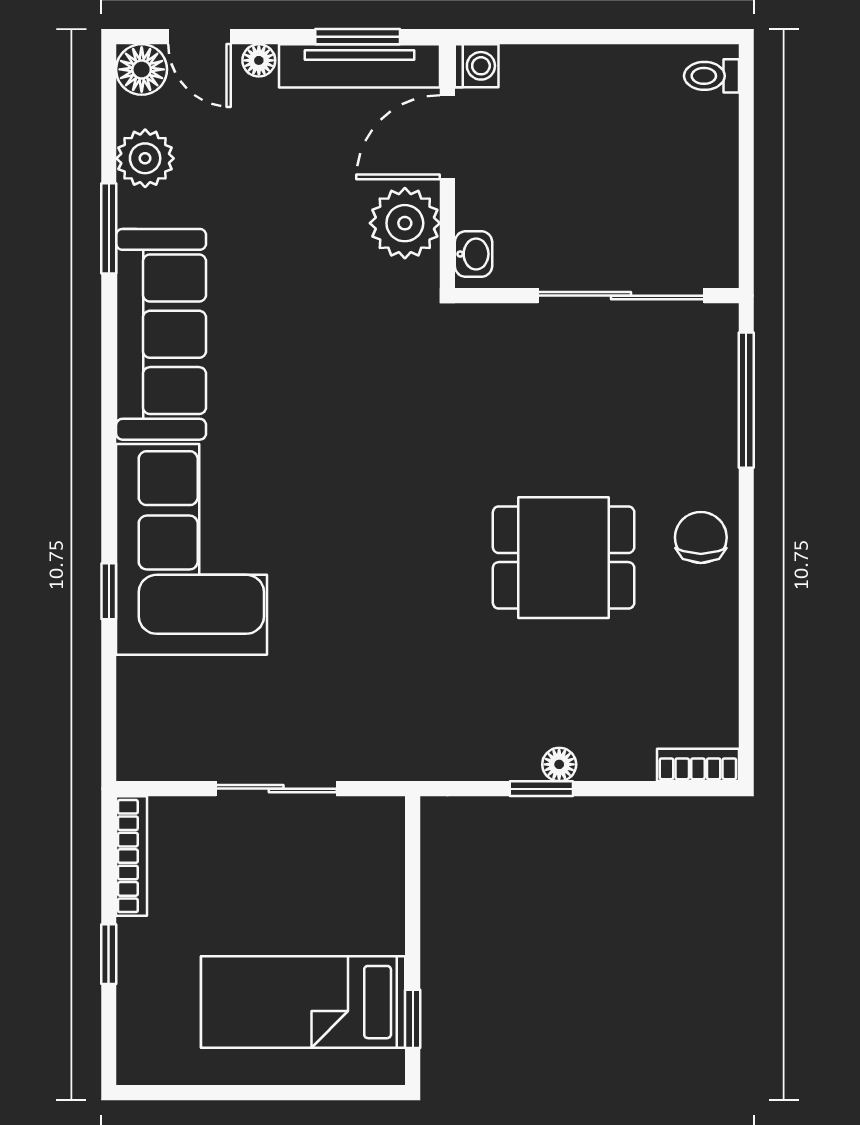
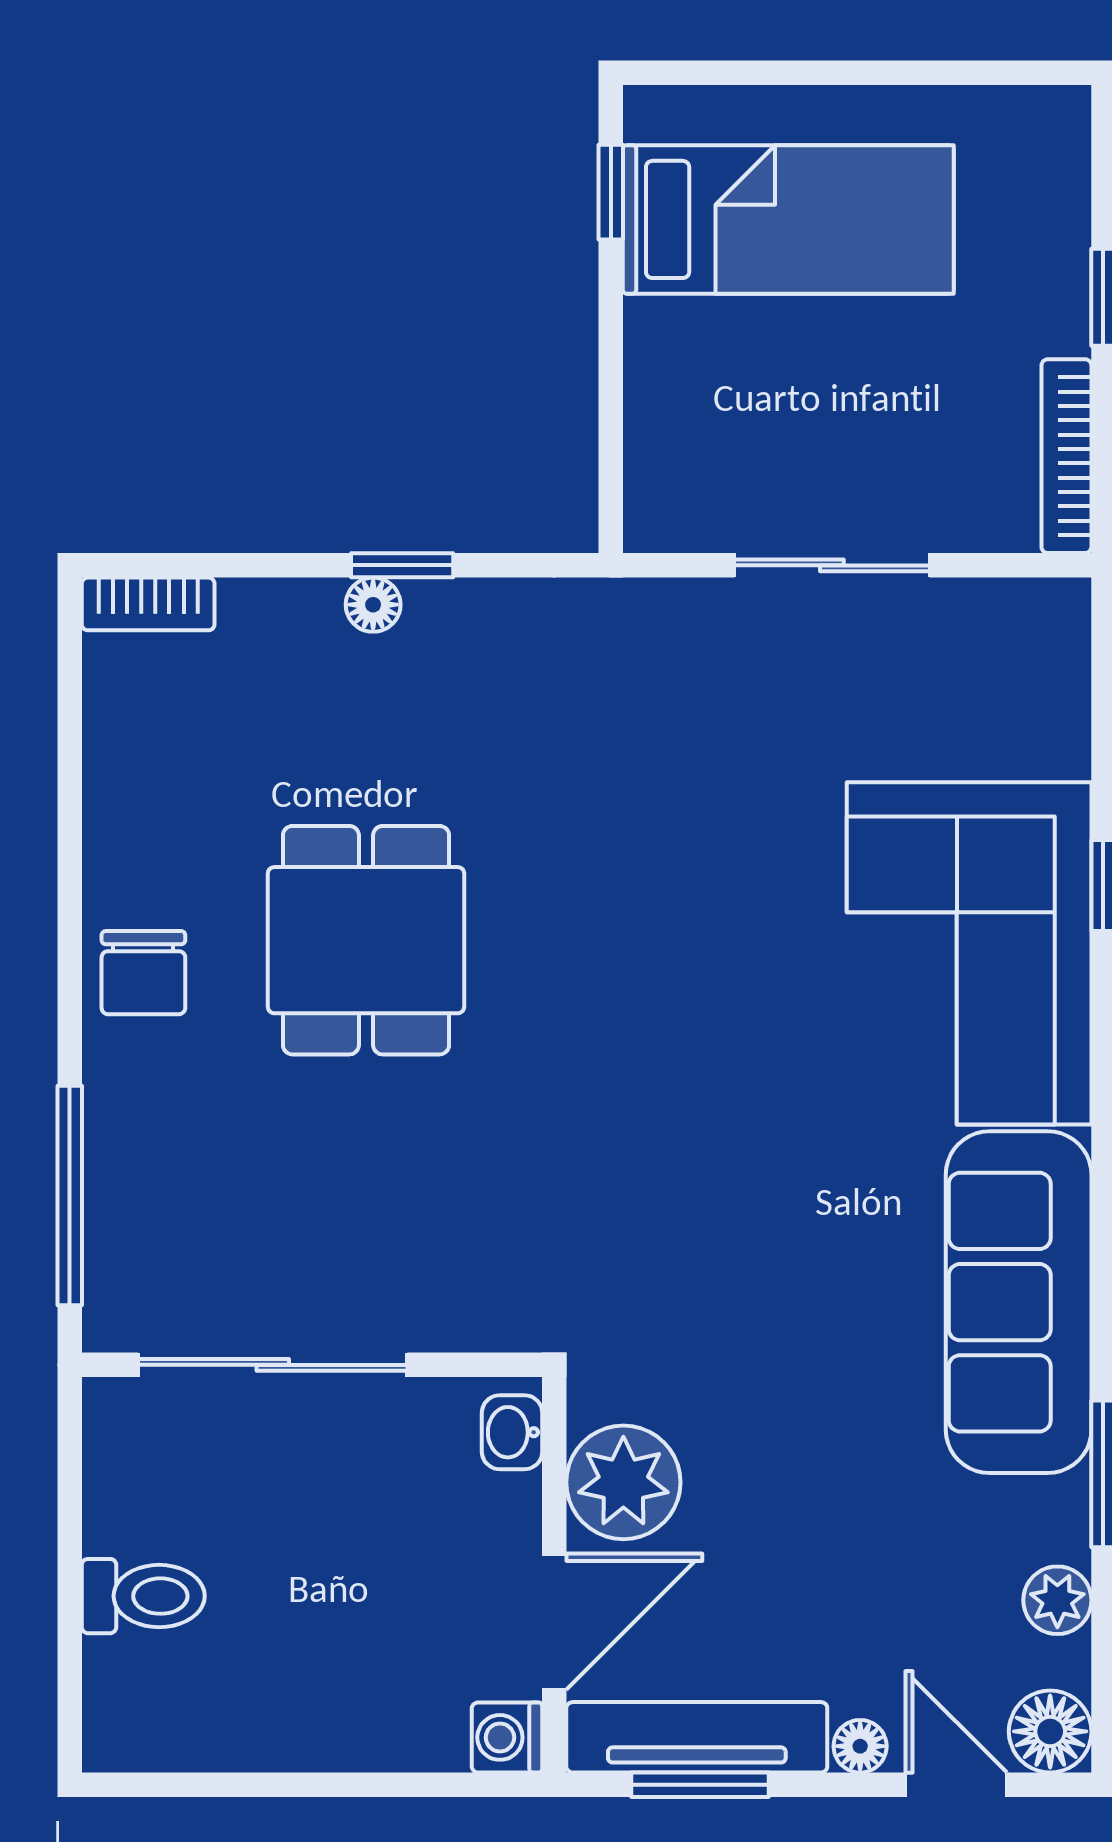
toilet: (711, 76) -> (143, 1596), moved, width x1.37, depth x1.39
plant: (145, 158) -> (1057, 1600), width x0.73, depth x0.73
dining table: (564, 558) -> (366, 940), turned 90

